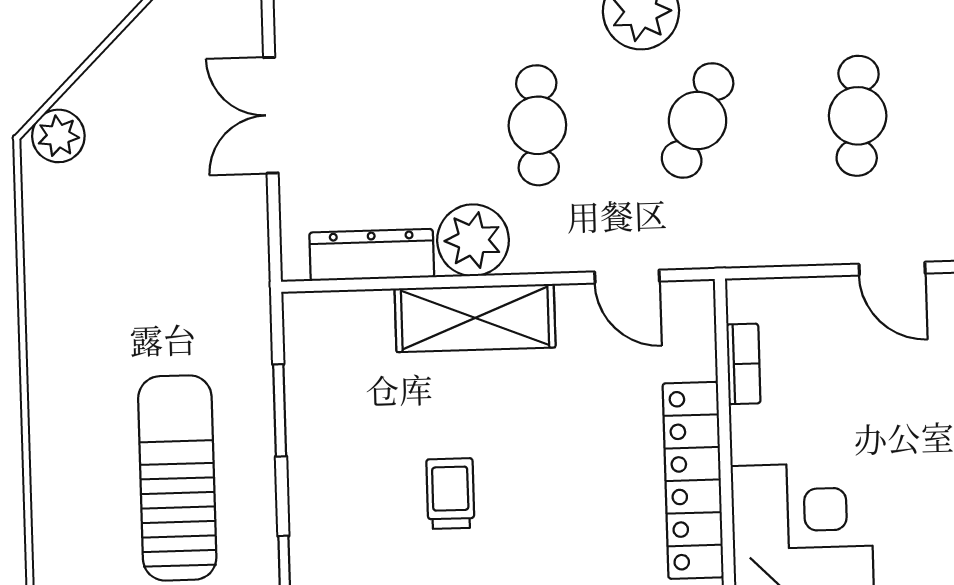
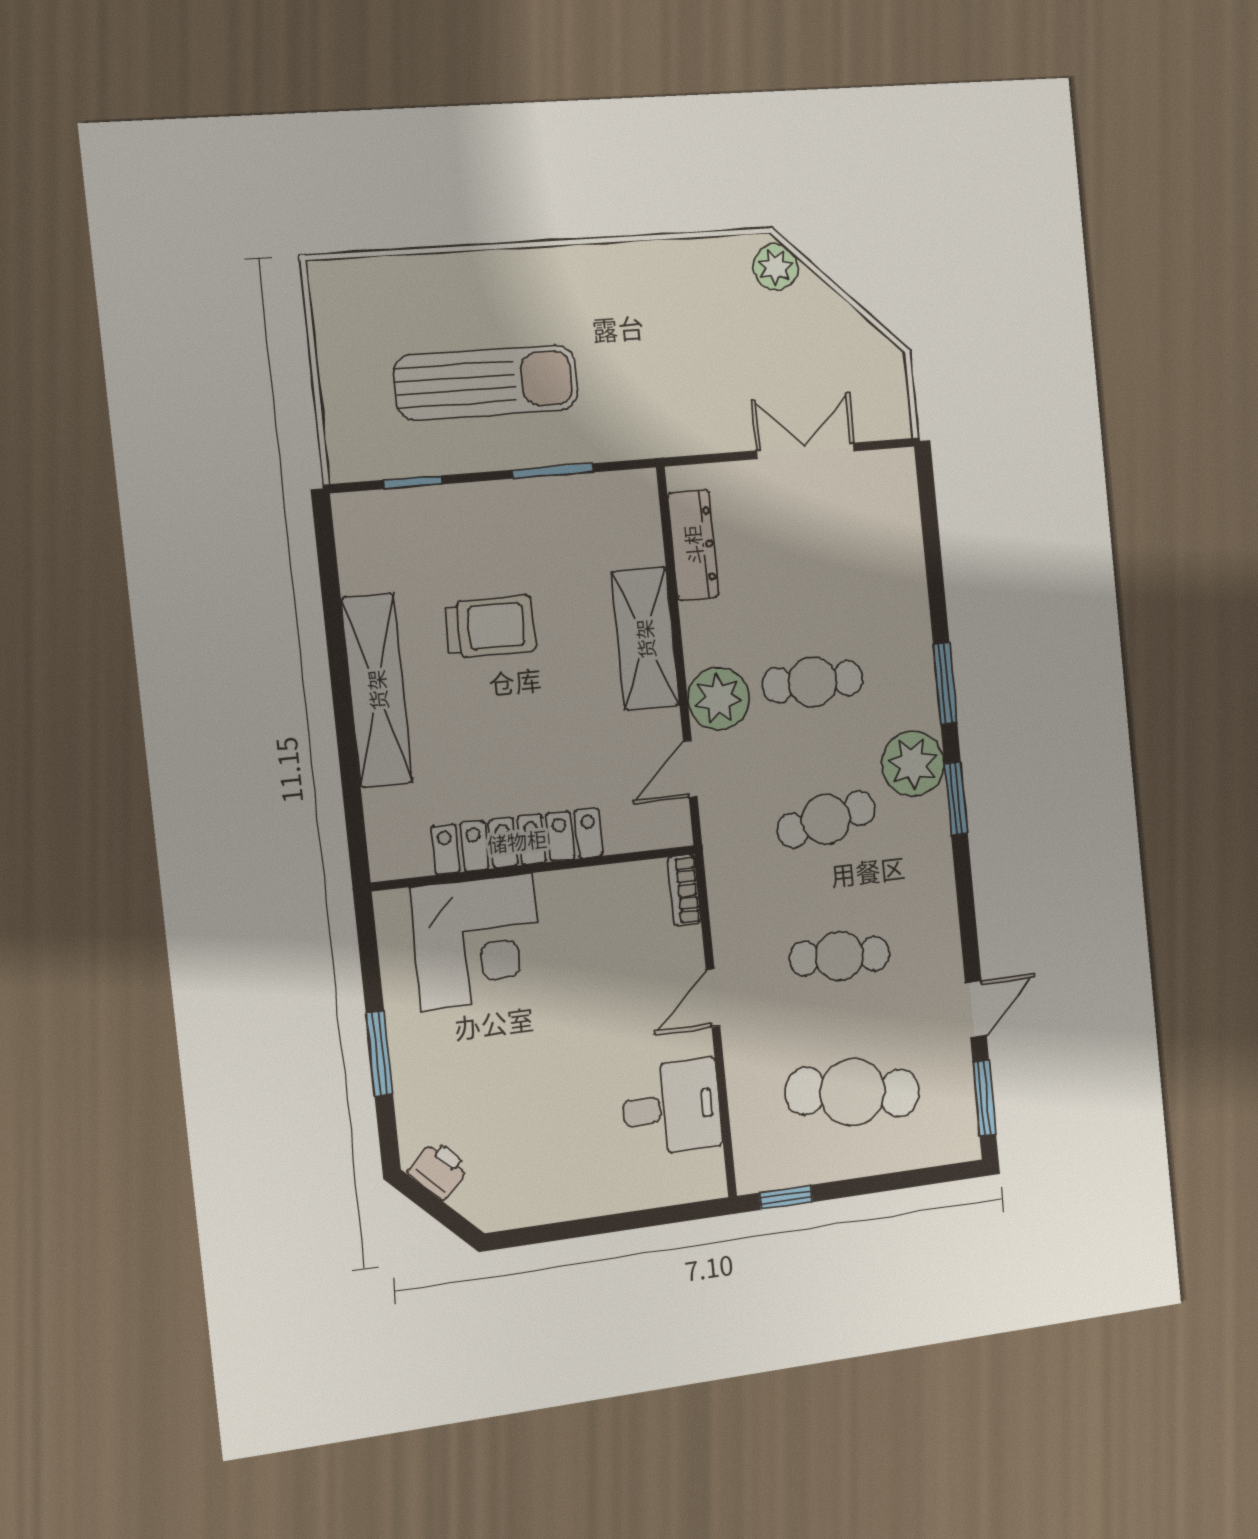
cafe table: (698, 121) -> (826, 819), turned -36
plant: (473, 240) -> (718, 699), moved
bookcase: (743, 364) -> (684, 890), moved, turned 90
trolley: (450, 494) -> (490, 627), width x1.36, depth x1.39

